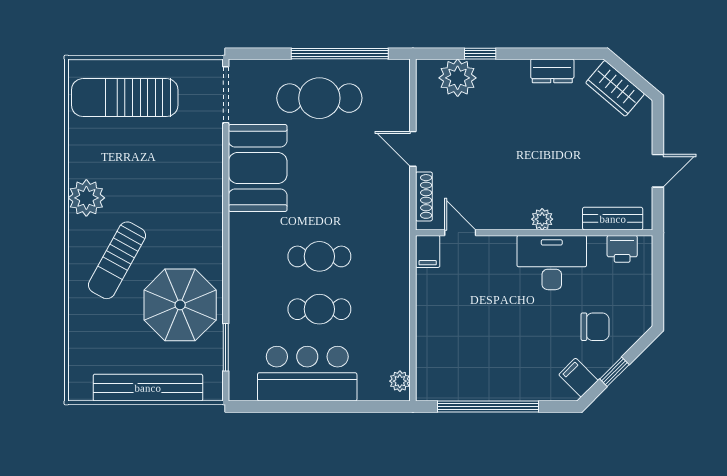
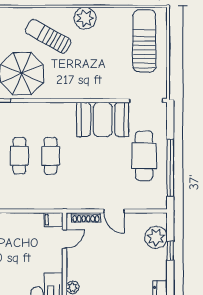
door: (413, 149) -> (114, 211), swing flipped

